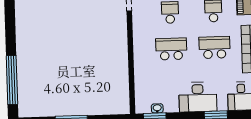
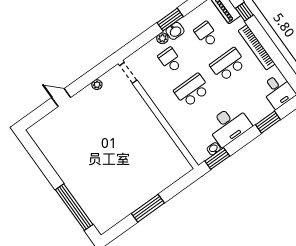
desk: (198, 97) -> (229, 125), moved

